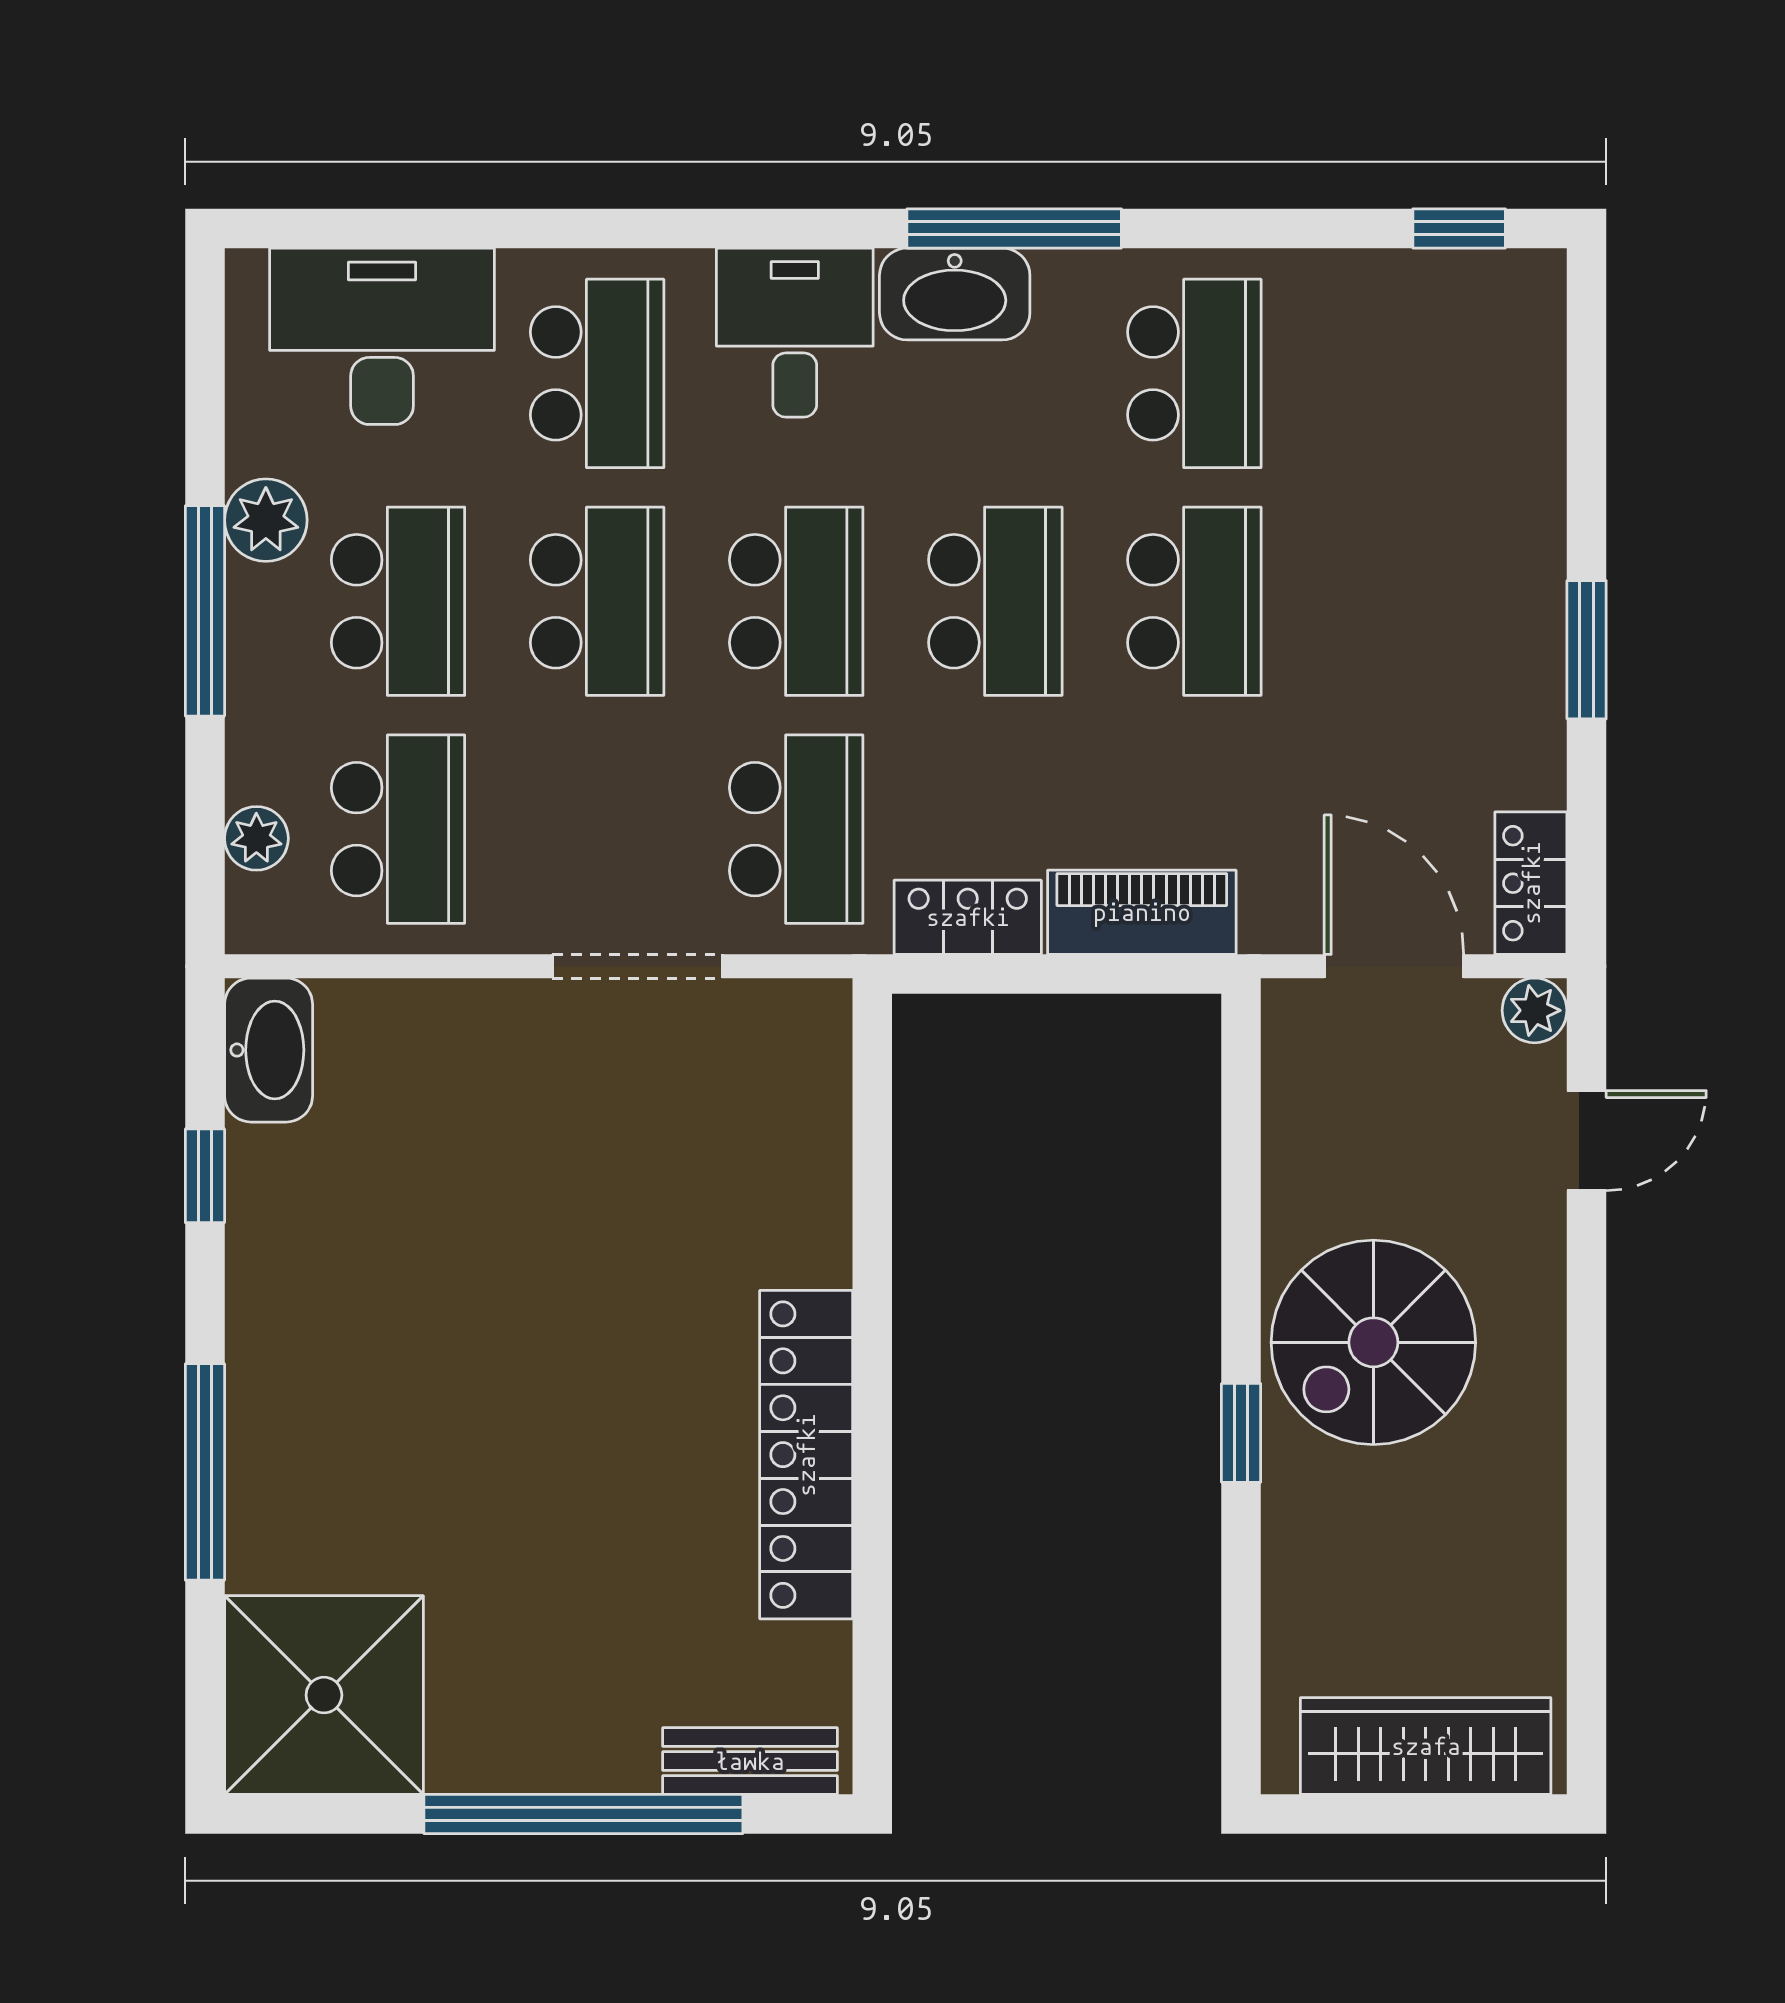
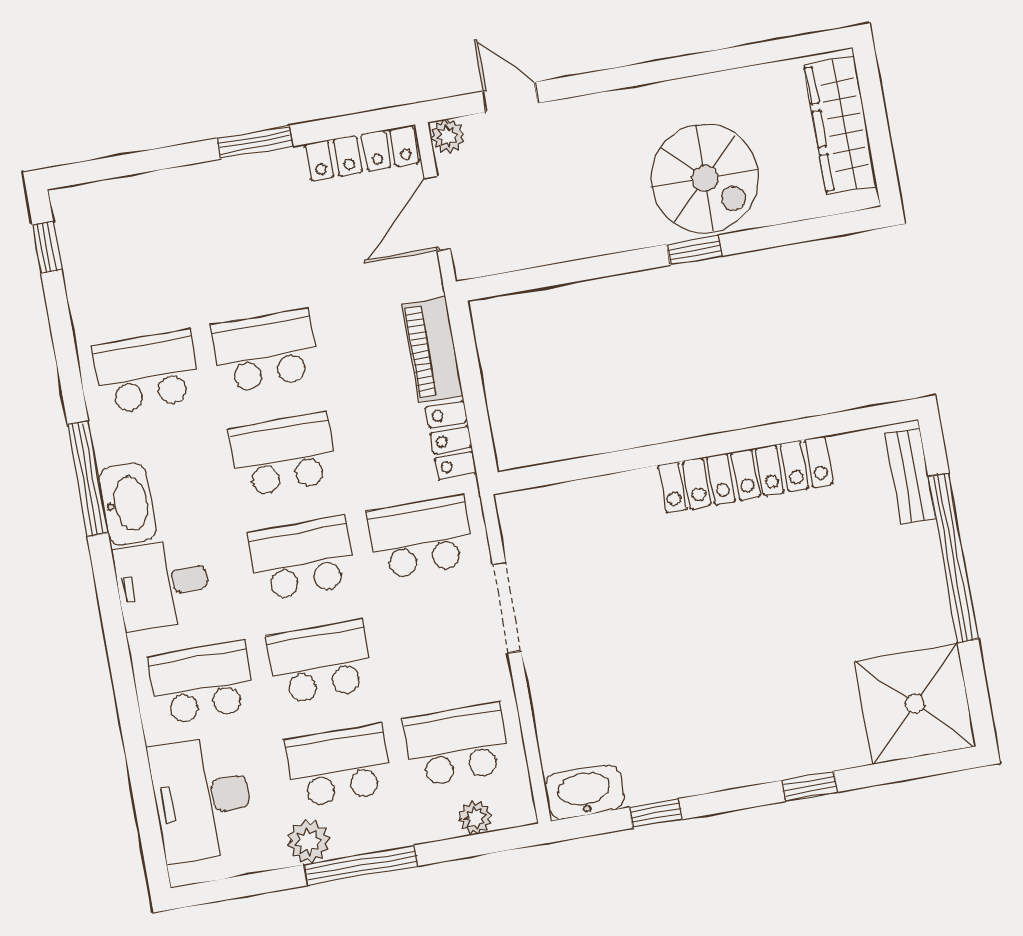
locker: (1531, 883) -> (362, 153), width x1.53
spiral stairs: (1373, 1342) -> (705, 178), moved
window: (205, 1472) -> (810, 786), width x0.46

